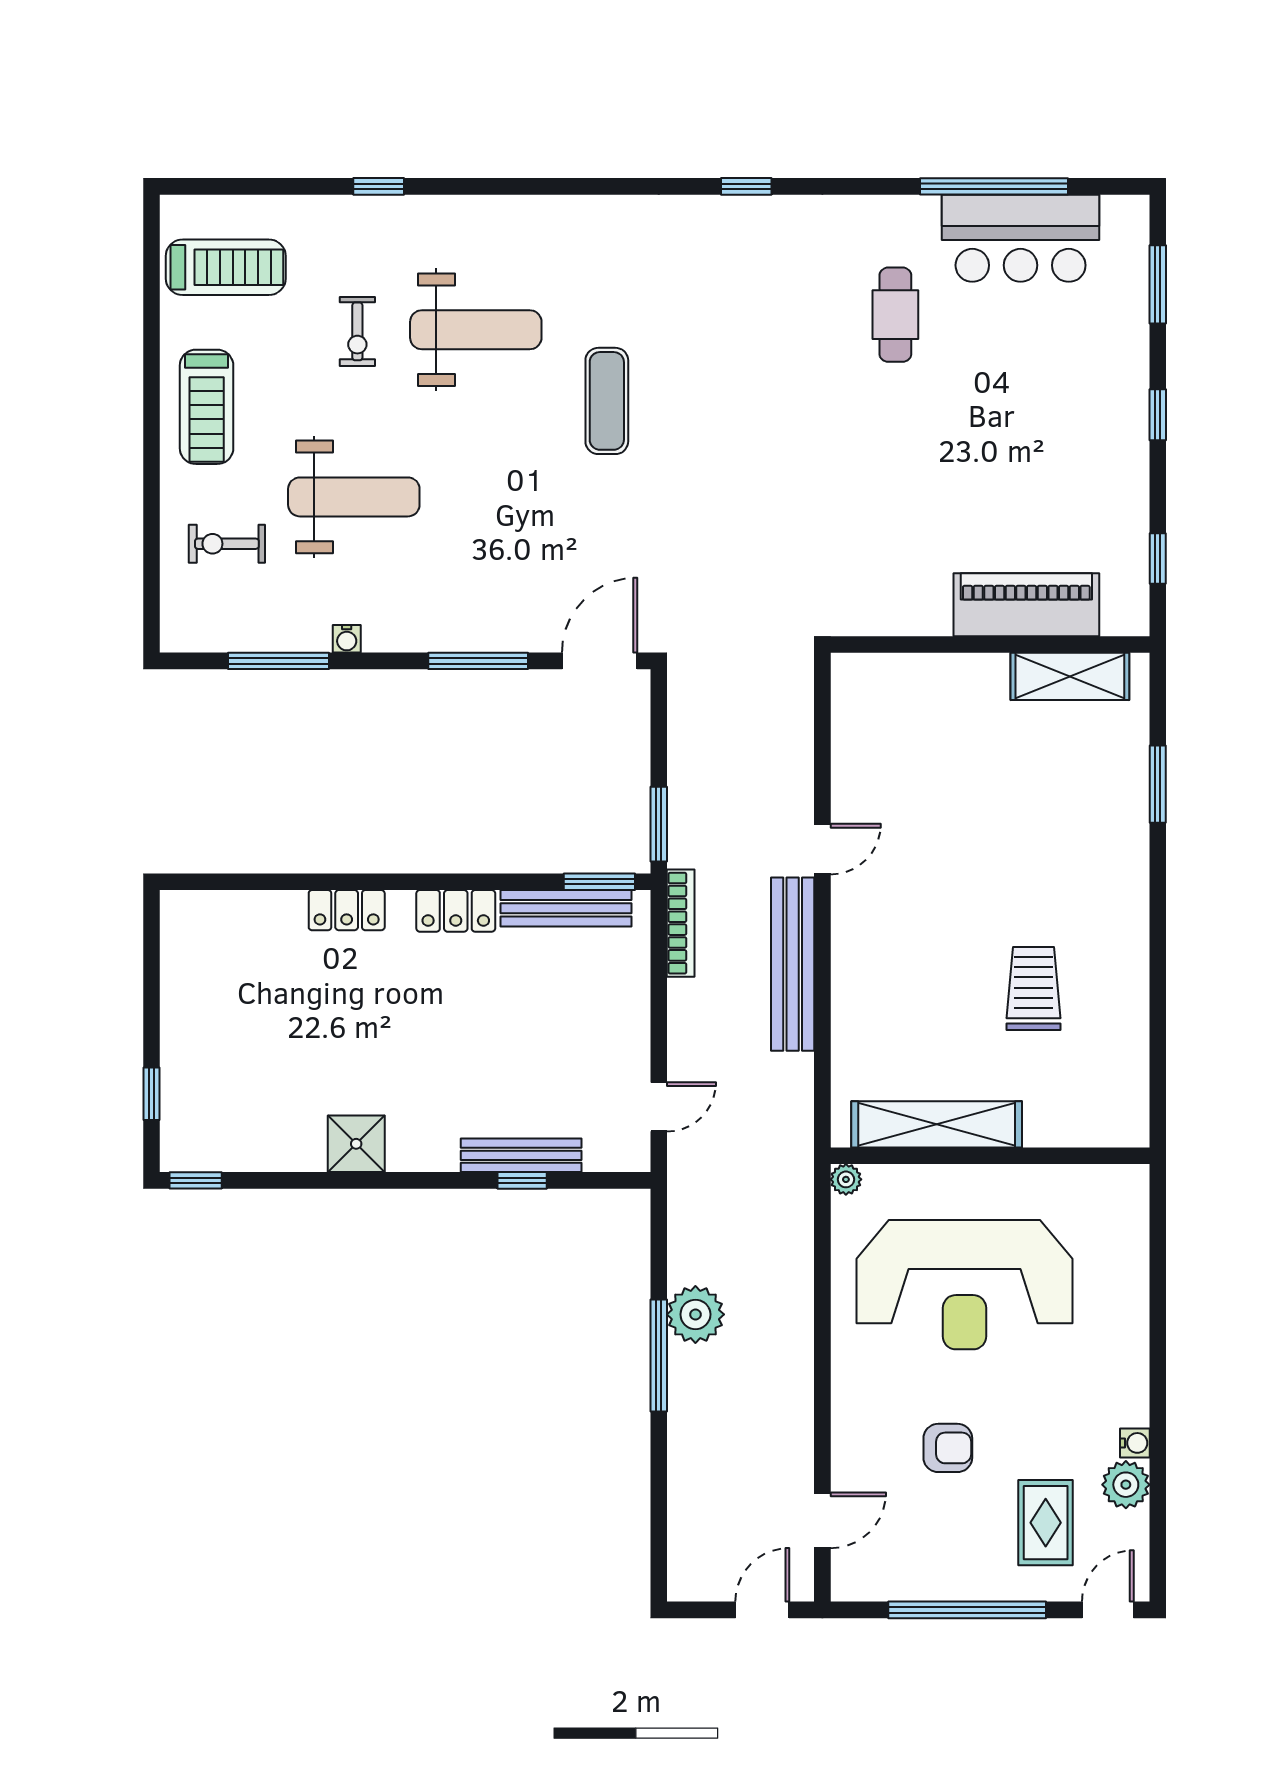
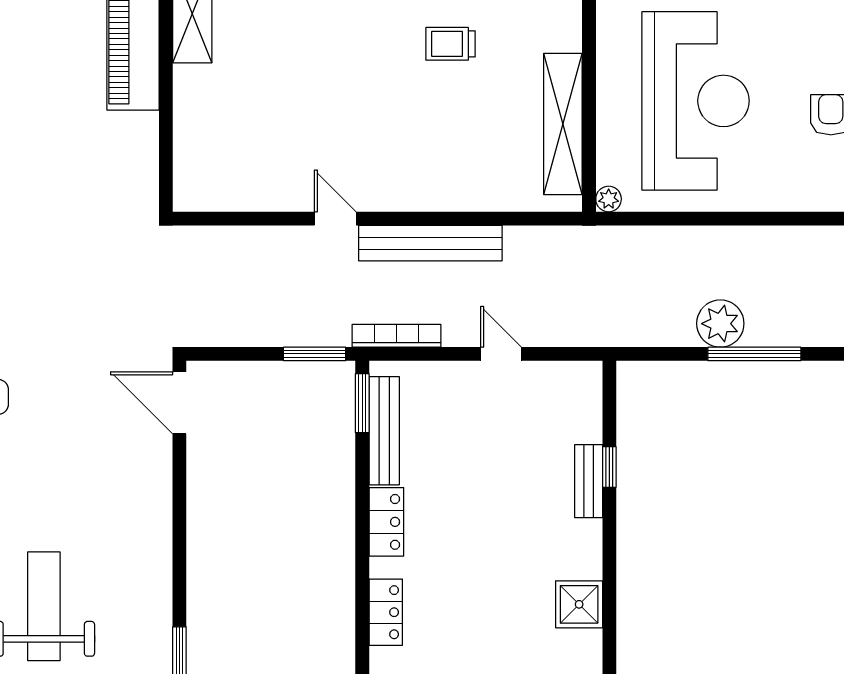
water cooler: (347, 639) -> (161, 612), removed
window: (478, 661) -> (179, 503), removed
trolley: (1033, 988) -> (451, 44), width x0.73, depth x0.72
door: (659, 1107) -> (501, 354), moved
bench: (521, 1155) -> (589, 481), width x0.73

